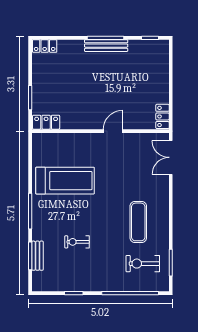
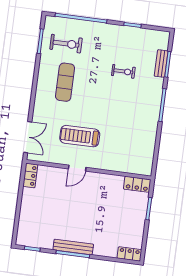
treadmill: (65, 181) -> (80, 136), moved, width x0.73, depth x0.73

